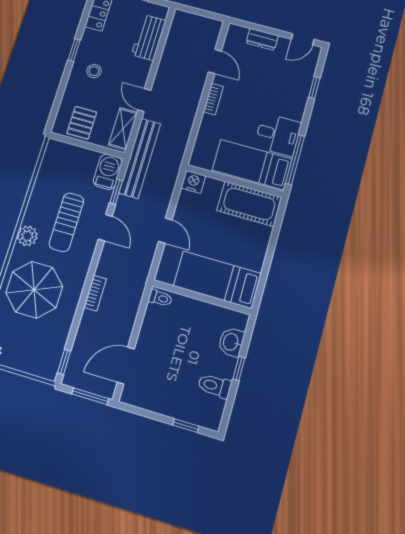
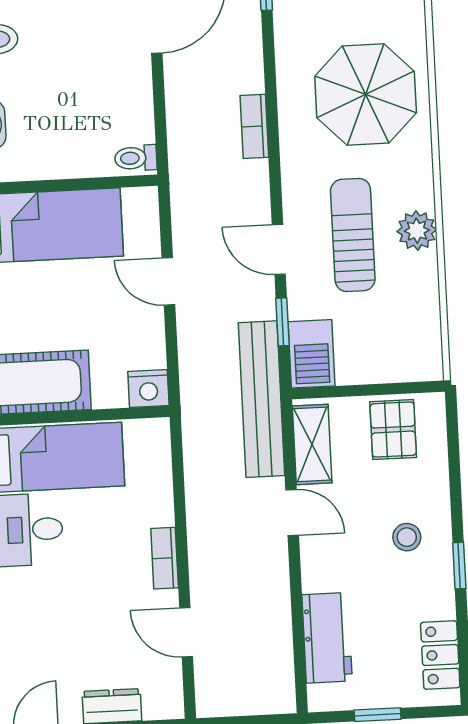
plant: (27, 236) -> (417, 231), moved

